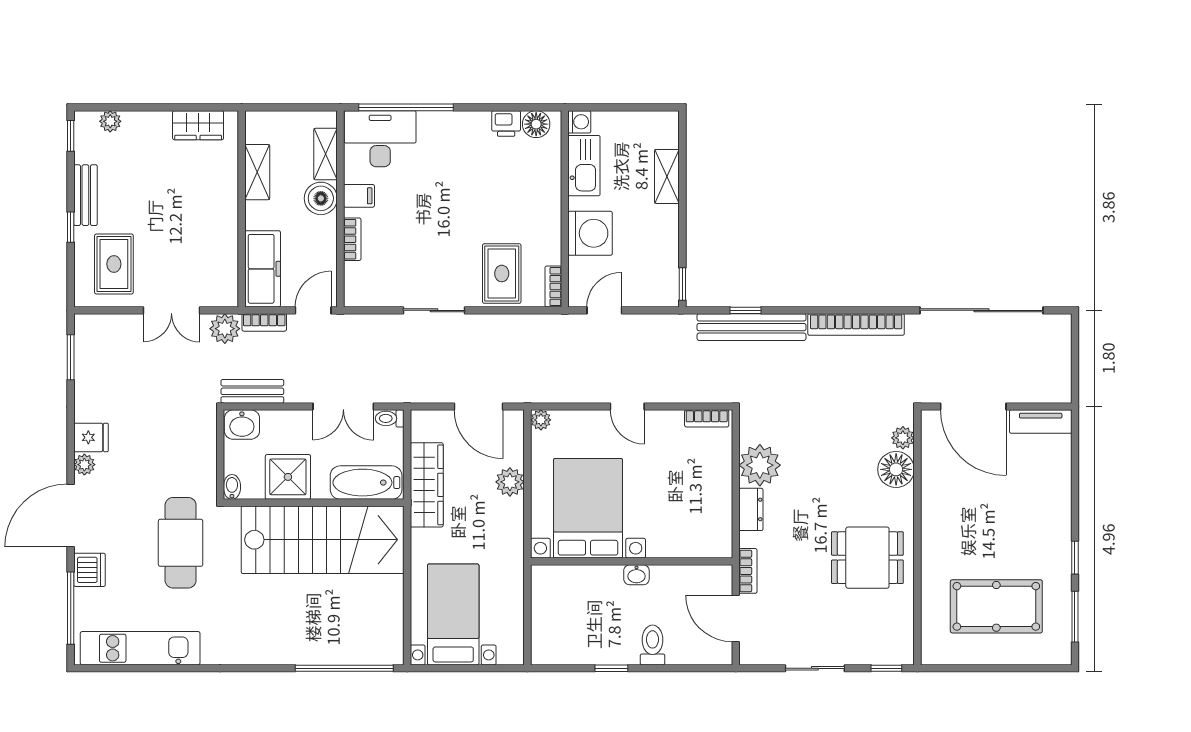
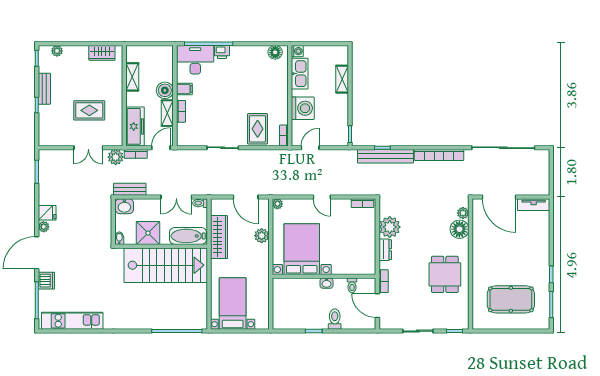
printer: (506, 123) -> (222, 52), moved
shelving: (326, 154) -> (167, 113), moved
rug: (114, 264) -> (89, 110), moved, turned 90
cafe table: (181, 543) -> (93, 267), removed
dining table: (867, 558) -> (445, 274), turned 90
toilet: (686, 579) -> (352, 285), added

